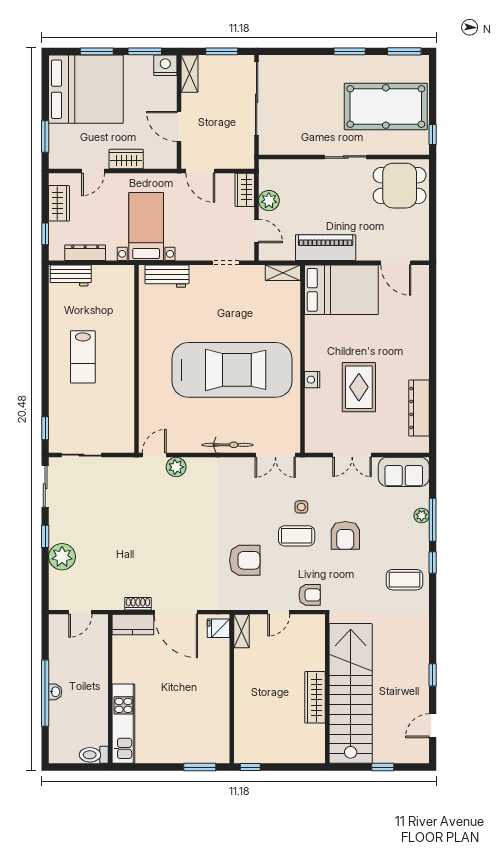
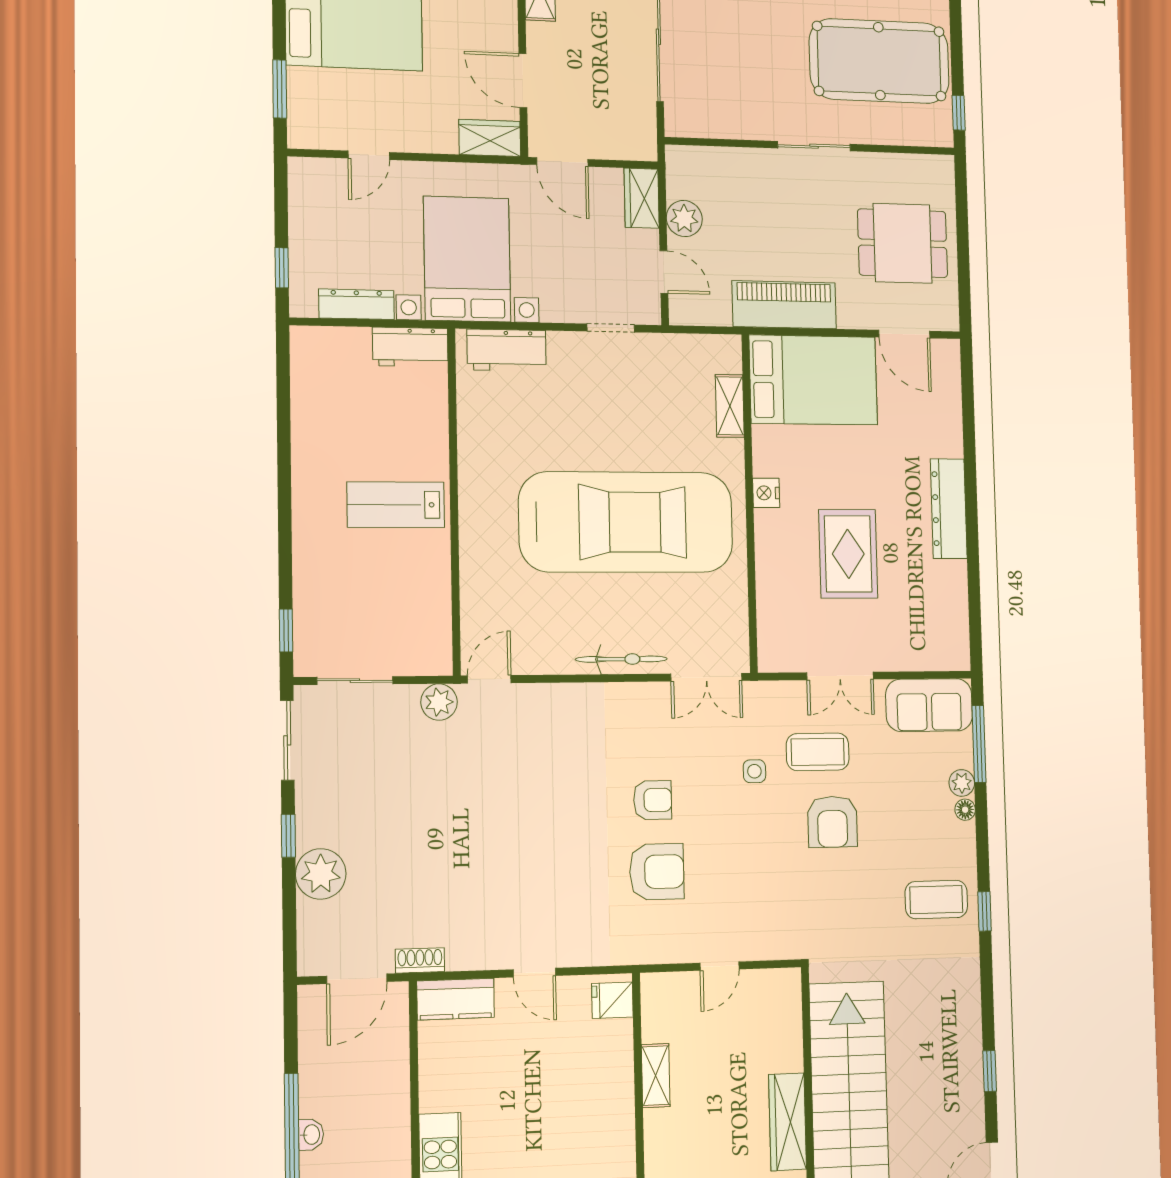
wardrobe: (126, 159) -> (490, 138), moved
dining table: (400, 186) -> (903, 243), moved
wardrobe: (59, 203) -> (307, 212), removed
bed with nightstands: (146, 227) -> (467, 259), width x1.36
shelving: (283, 273) -> (730, 406), moved, turned 90
workbench: (71, 275) -> (410, 347), moved
lab bench: (83, 357) -> (396, 505), moved, turned 90
nightstand: (312, 380) -> (766, 493), moved
dresser: (419, 408) -> (949, 509), moved
plant: (176, 467) -> (439, 702), moved
window: (433, 520) -> (979, 744), moved
floor lamp: (423, 530) -> (965, 810), added
coffee table: (297, 536) -> (818, 752), moved
window: (433, 562) -> (984, 911), moved
armchair: (310, 595) -> (653, 800), moved
shoe rack: (138, 604) -> (420, 960), moved
door: (80, 612) -> (357, 979), width x1.38
door: (176, 612) -> (534, 973), width x0.53
shelving: (242, 631) -> (656, 1076), moved

